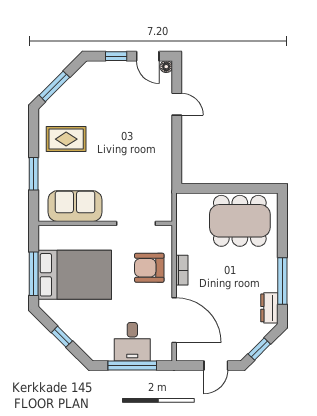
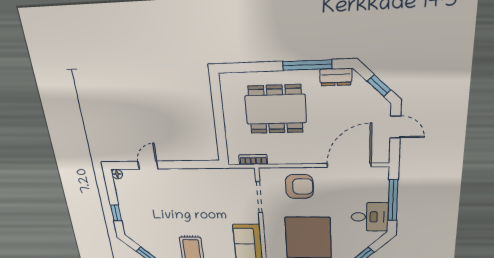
door: (148, 56) -> (111, 189), removed
dining table: (240, 221) -> (276, 109), moved, turned 90
armchair: (149, 268) -> (299, 186), turned -90
bookcase: (182, 270) -> (253, 160), moved
desk: (132, 342) -> (370, 217), moved

